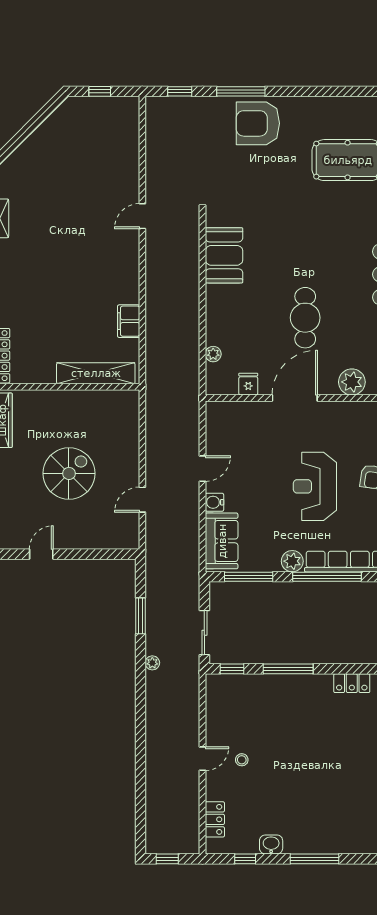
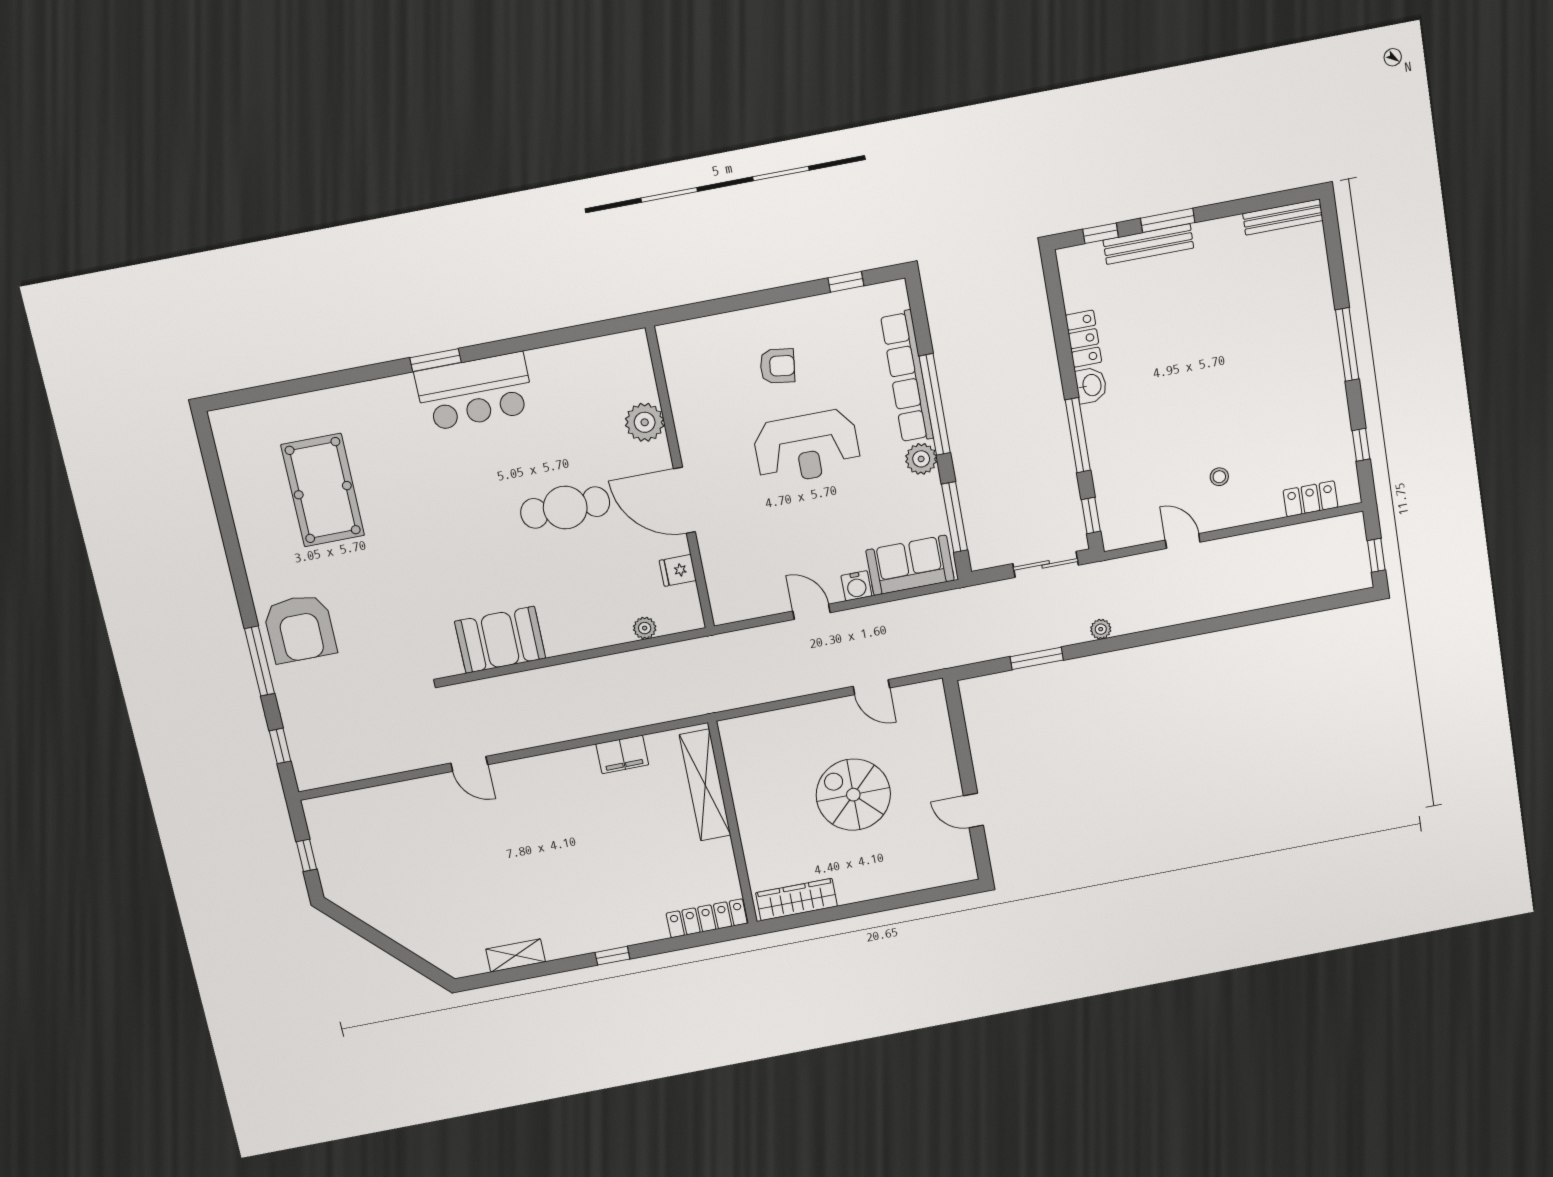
door: (203, 759) -> (1183, 541), moved
washbasin: (271, 844) -> (1091, 385), moved, turned 180

